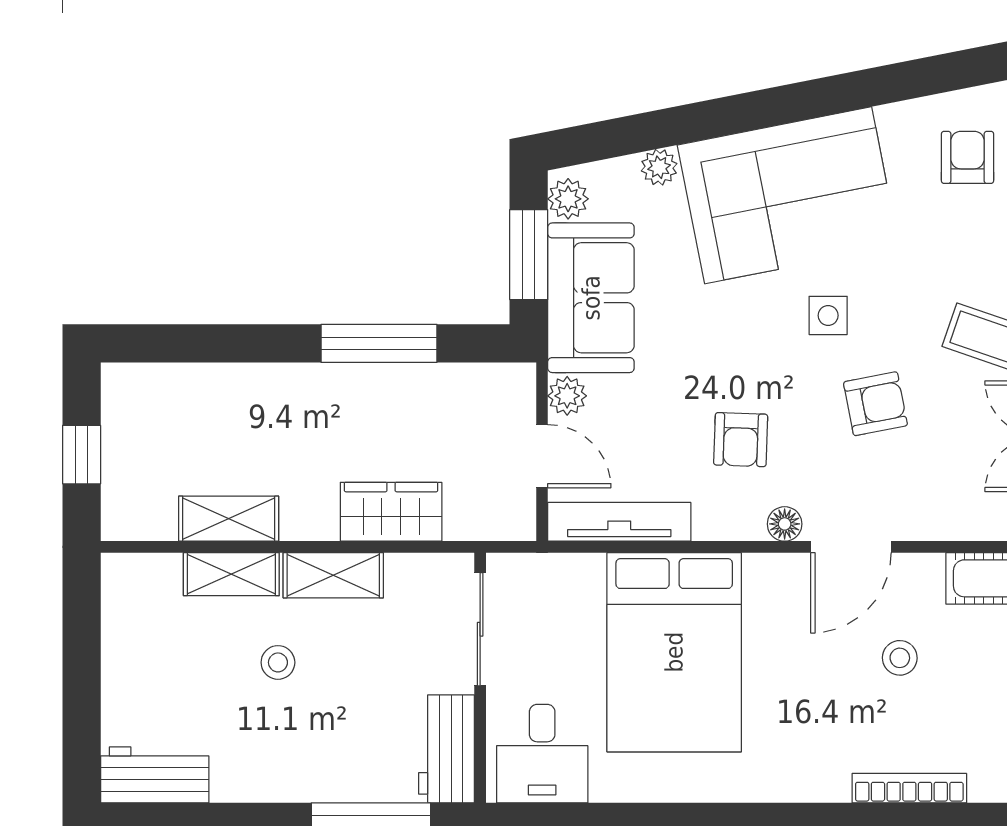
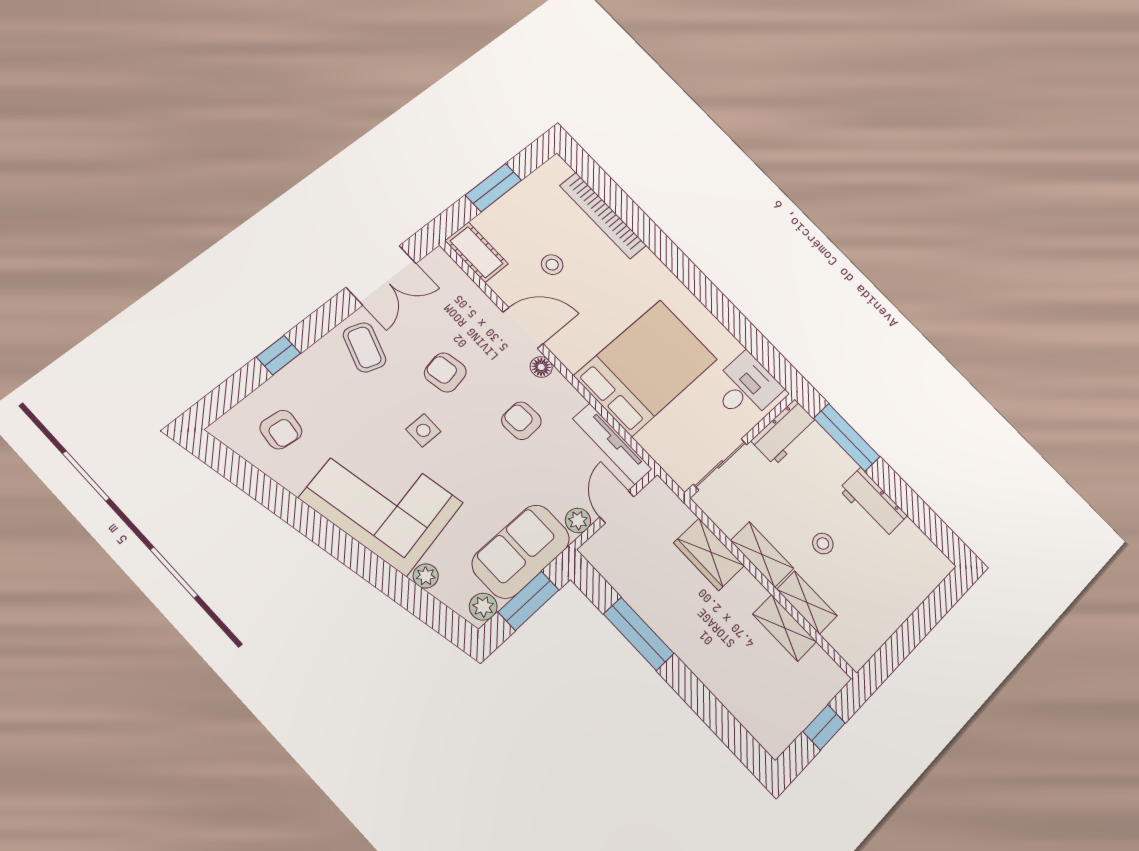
armchair: (968, 157) -> (281, 430), turned -83
armchair: (741, 440) -> (521, 421), turned -95
workbench: (155, 775) -> (873, 503), moved
bookcase: (909, 788) -> (603, 215), width x1.48, depth x1.31

